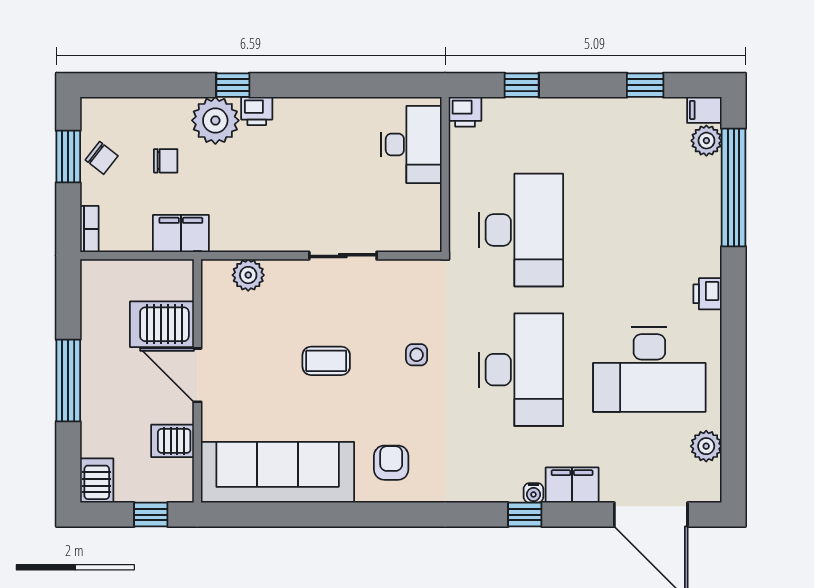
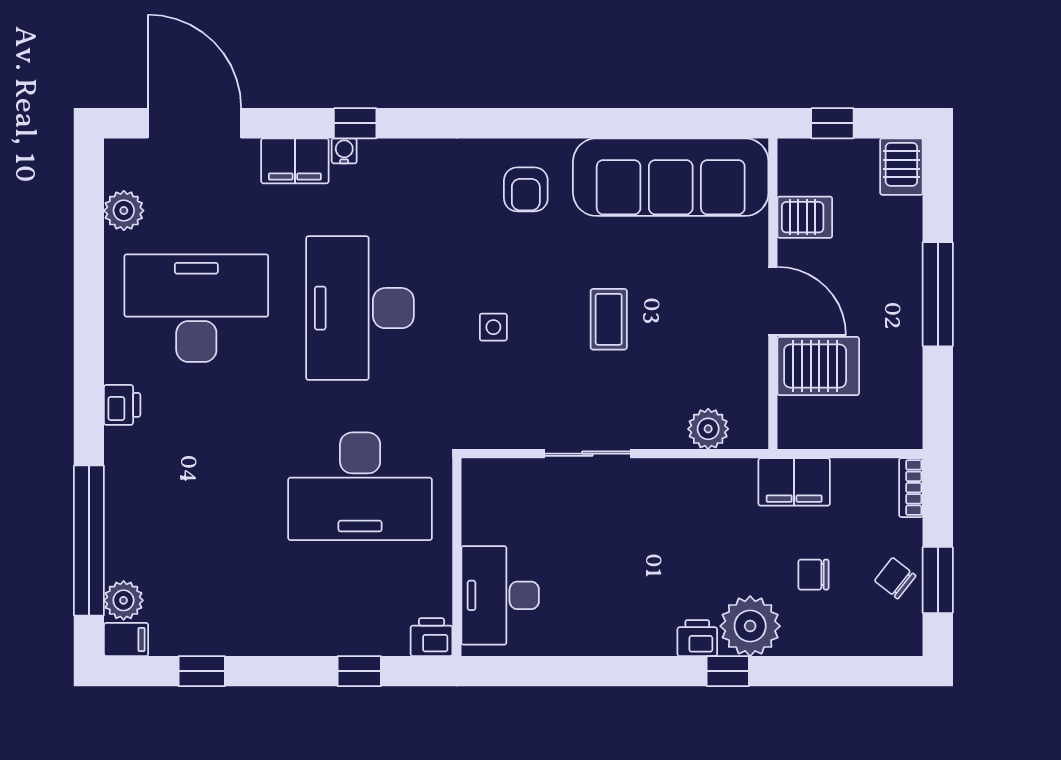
desk: (521, 230) -> (360, 486), turned -90
coffee table: (326, 361) -> (609, 319), turned 90

